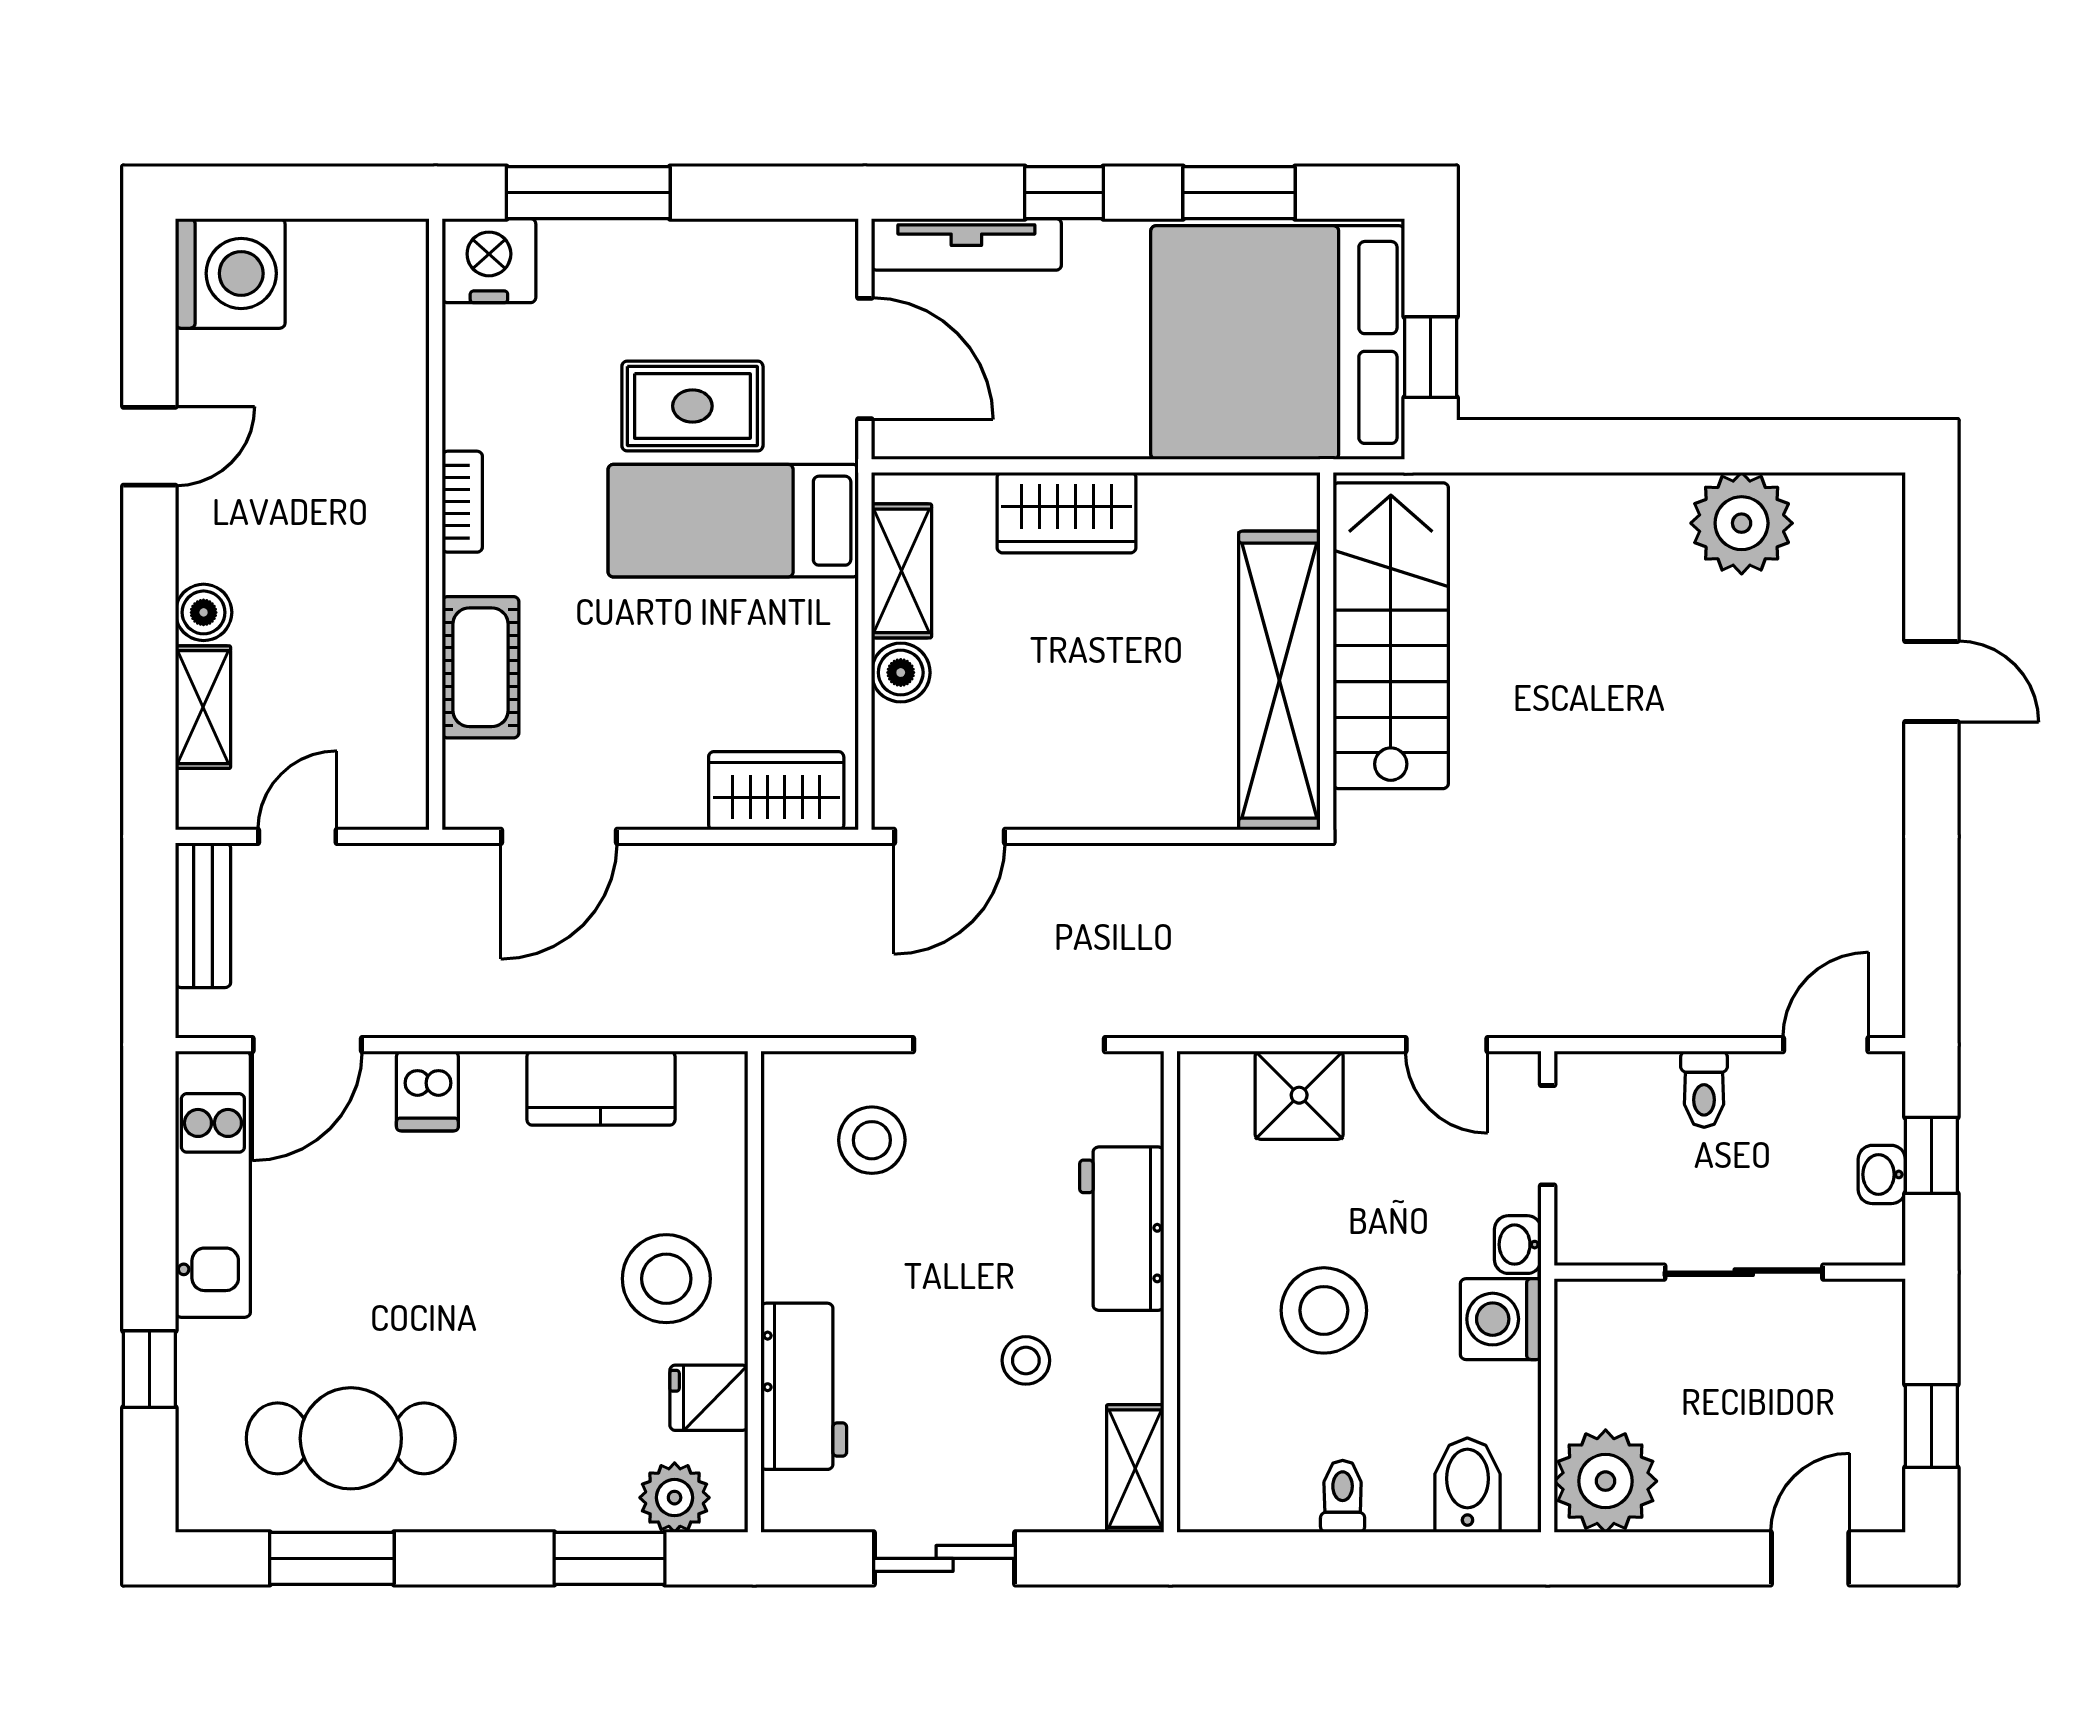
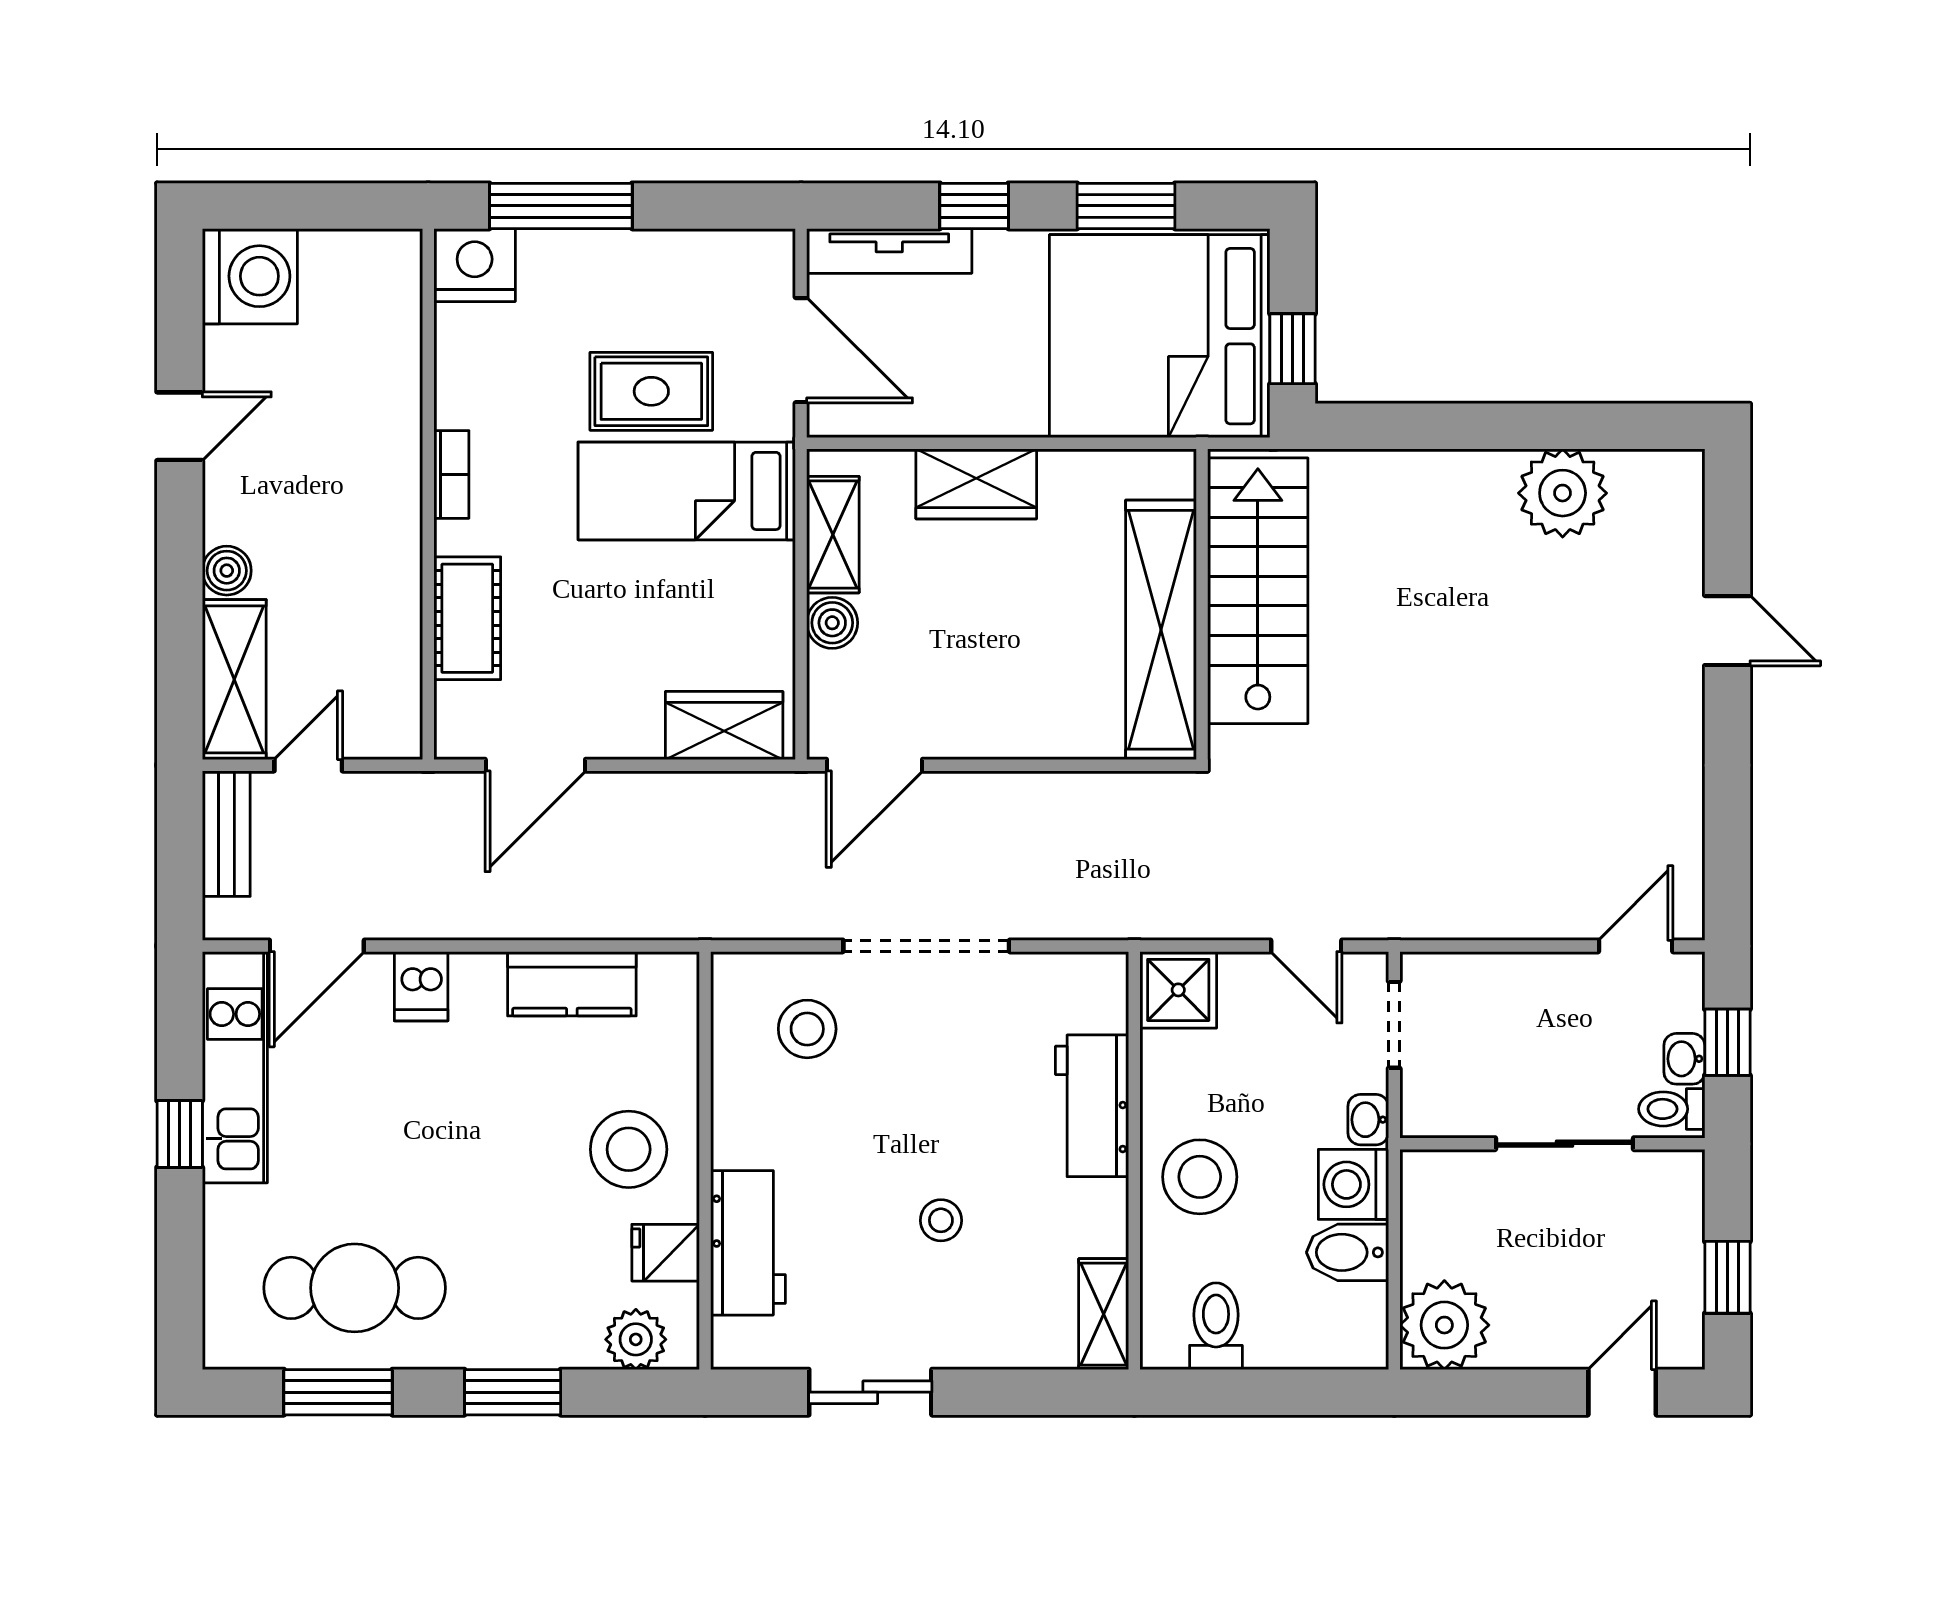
shelving: (203, 707) -> (234, 679), width x1.50, depth x1.33
toilet: (1704, 1089) -> (1672, 1109), moved, turned 90
workbench: (1122, 1229) -> (1092, 1106), moved
wall: (1170, 1292) -> (1134, 1161), moved
window: (149, 1369) -> (180, 1134), moved
shelving: (1135, 1469) -> (1104, 1314), moved
bidet: (1467, 1485) -> (1347, 1252), moved, turned -90
toilet: (1343, 1496) -> (1216, 1326), width x1.37, depth x1.39
window: (610, 1558) -> (513, 1392), moved

